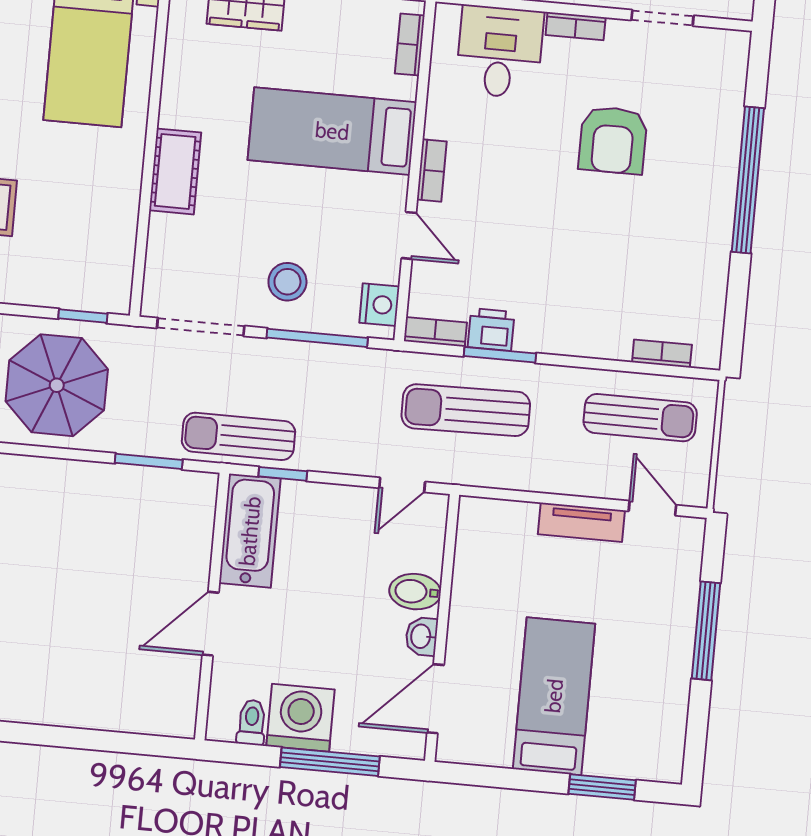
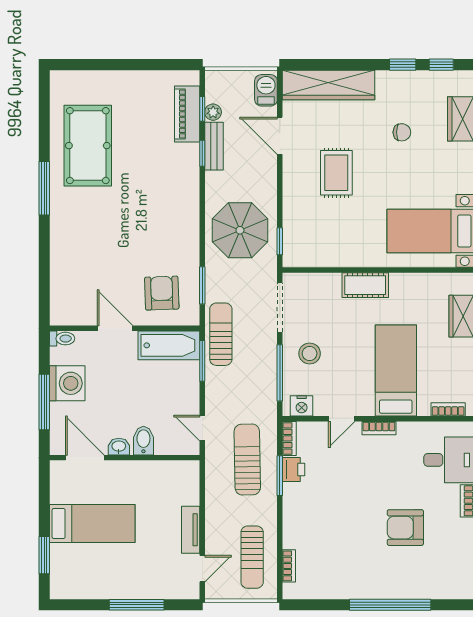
window: (283, 474) -> (202, 361), width x1.50
armchair: (156, 535) -> (162, 293), added
toilet: (252, 722) -> (62, 339), moved

